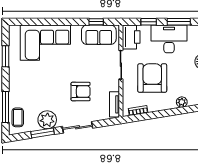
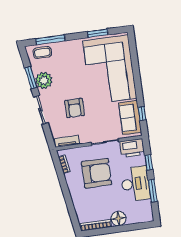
corner sofa: (45, 43) -> (110, 70), width x1.36, depth x1.36
plant: (182, 102) -> (78, 204), removed

